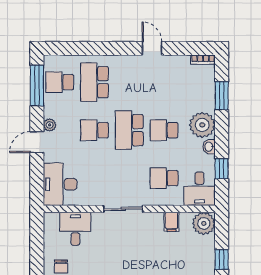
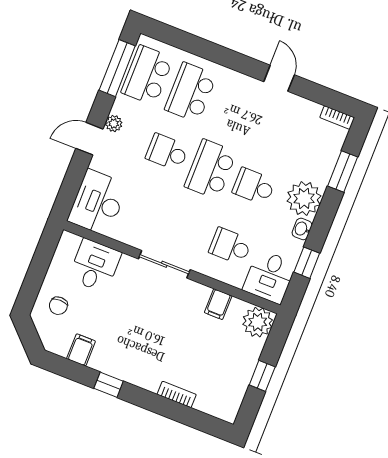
school desk: (60, 82) -> (147, 75), width x1.85

